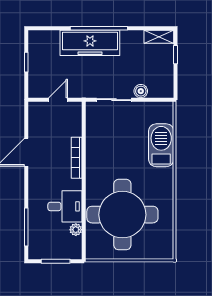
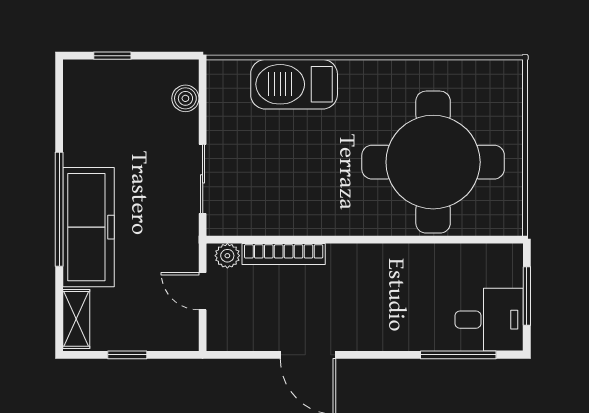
shelving: (159, 37) -> (76, 319), moved
boiler: (141, 91) -> (185, 98), moved
bookcase: (77, 158) -> (284, 254), moved
desk: (65, 206) -> (489, 320), moved, turned 90
plant: (76, 230) -> (227, 256), moved

